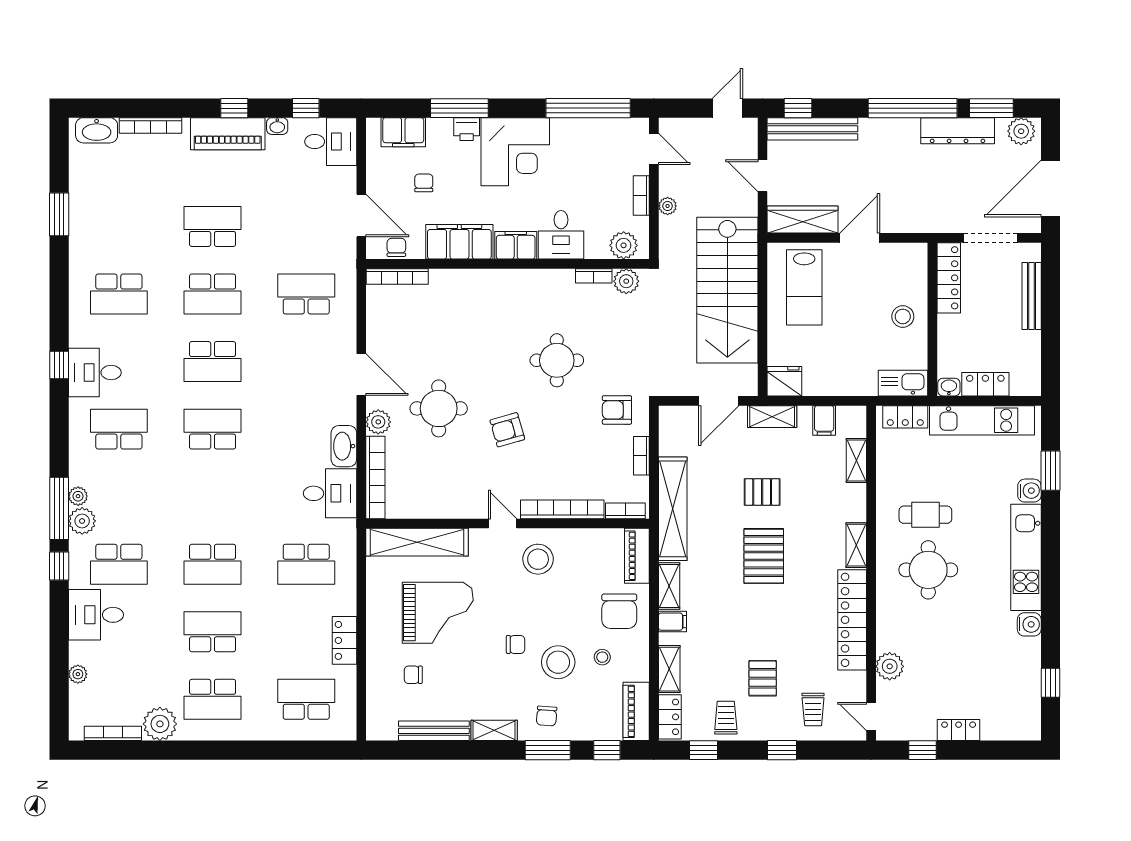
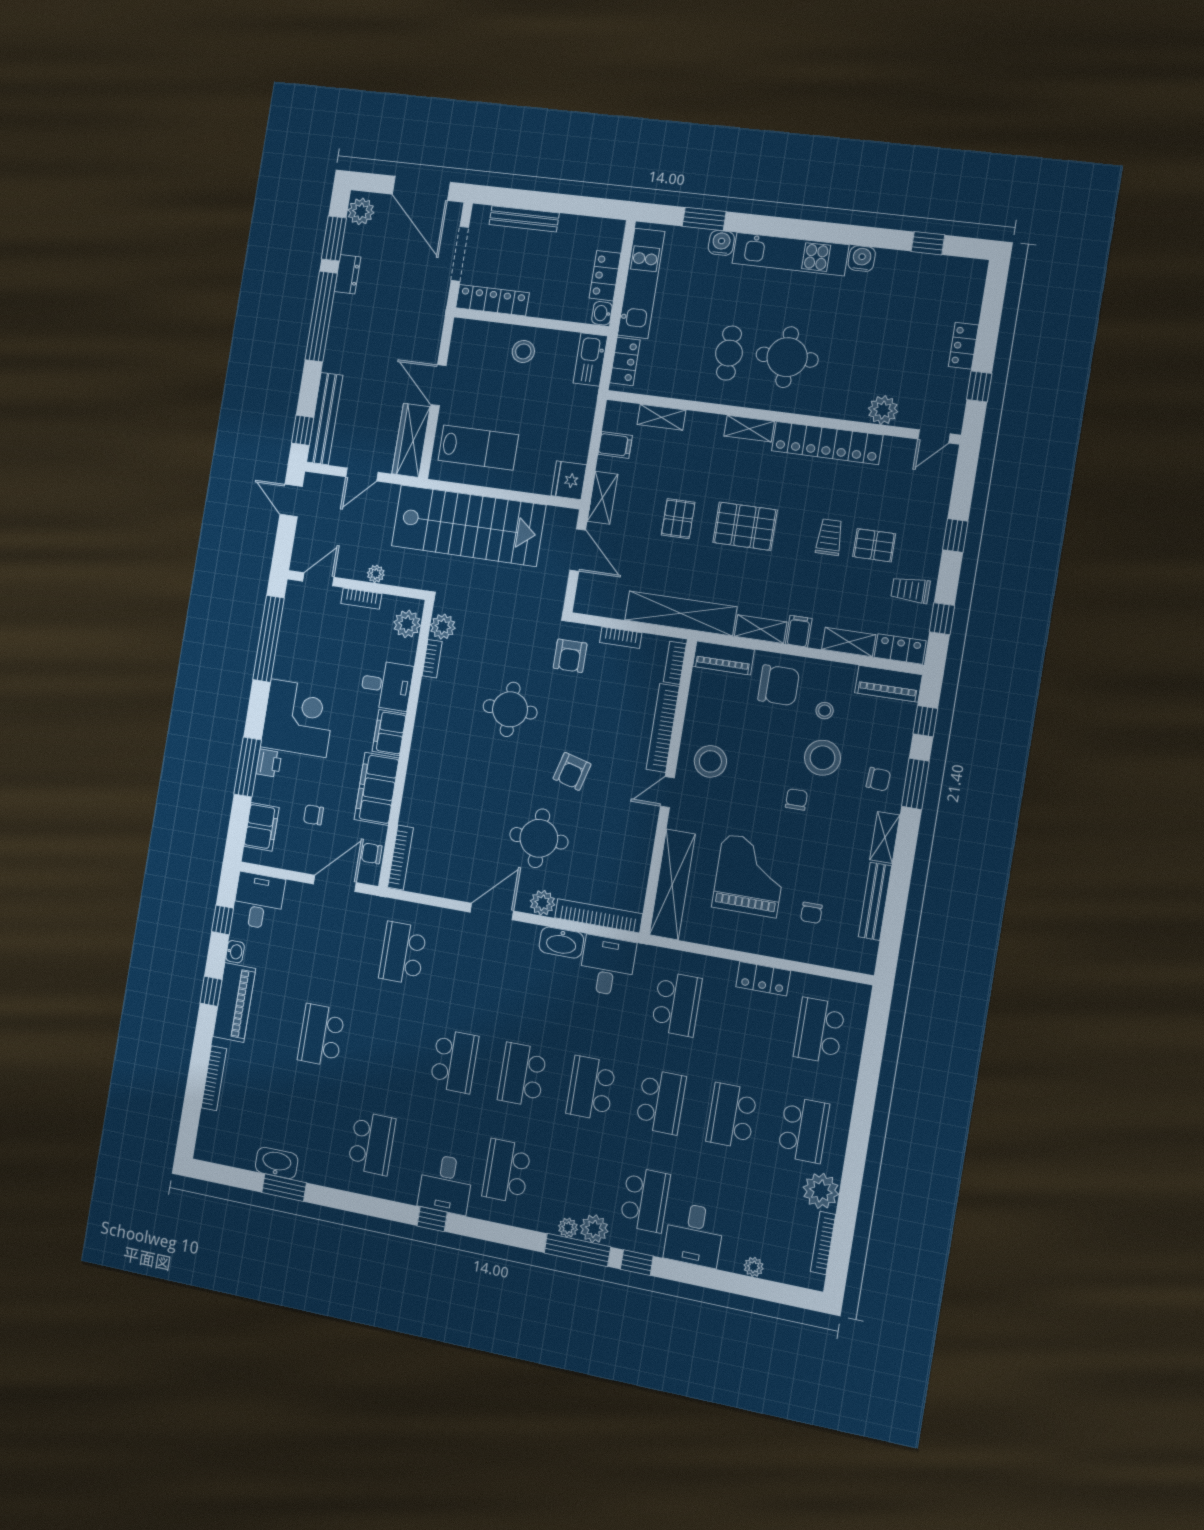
washbasin: (97, 130) -> (277, 1163), moved, turned -90
dresser: (958, 131) -> (348, 274), width x0.51, depth x0.80
school desk: (213, 294) -> (591, 1088), moved, turned 180
armchair: (507, 430) -> (572, 771), turned 31
trolley: (813, 710) -> (829, 537), moved, turned -90

